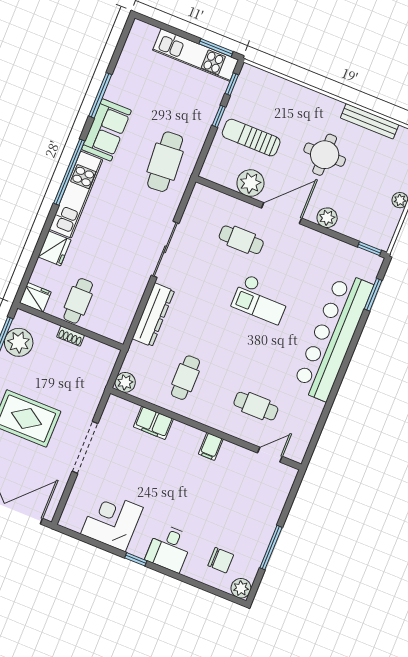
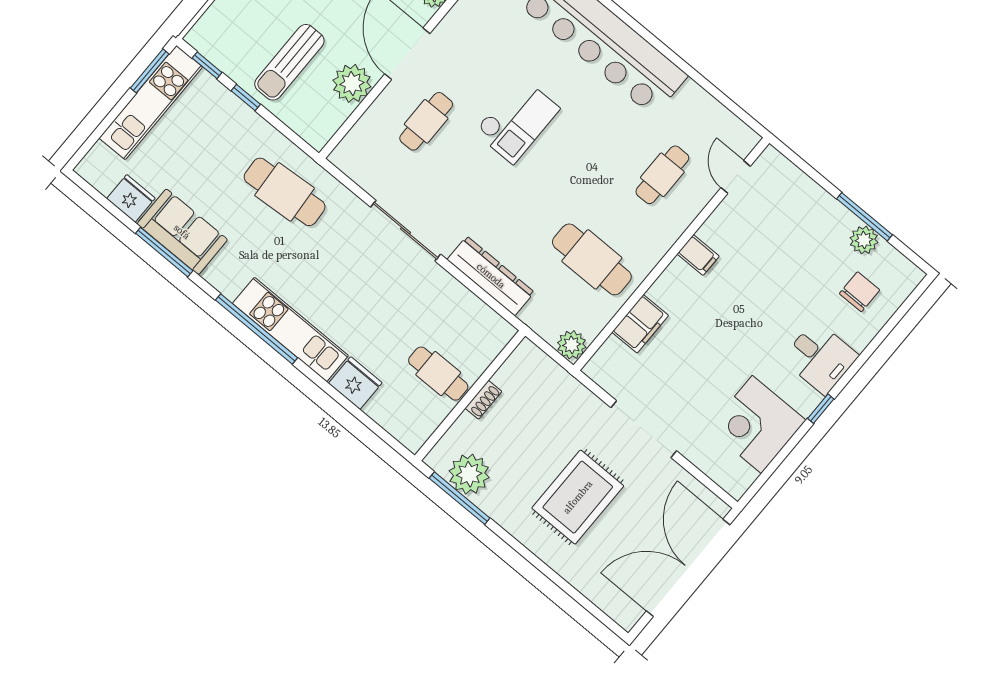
sofa: (106, 130) -> (182, 232), moved
fridge: (35, 297) -> (131, 198), moved, turned 90
cafe table: (185, 378) -> (592, 259), width x1.37, depth x1.35
plant: (241, 588) -> (864, 240), moved

